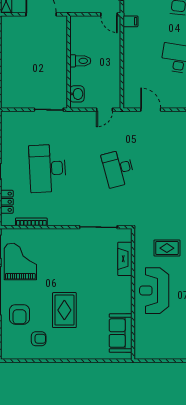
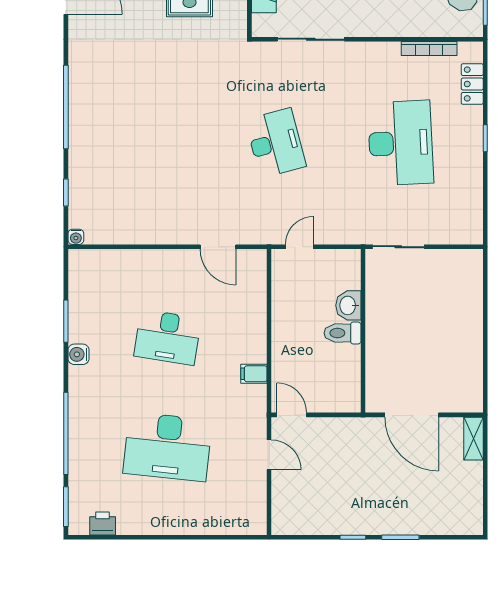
filing cabinet: (130, 21) -> (254, 374), moved
washbasin: (77, 94) -> (348, 305), moved

